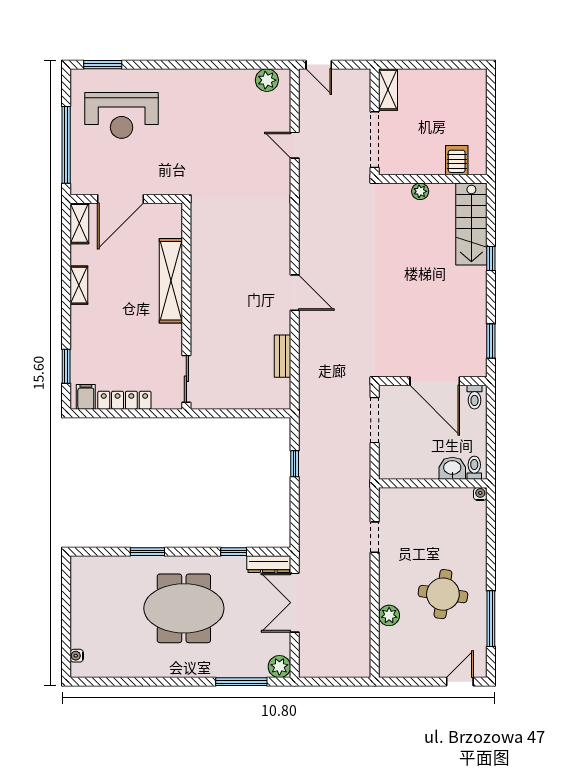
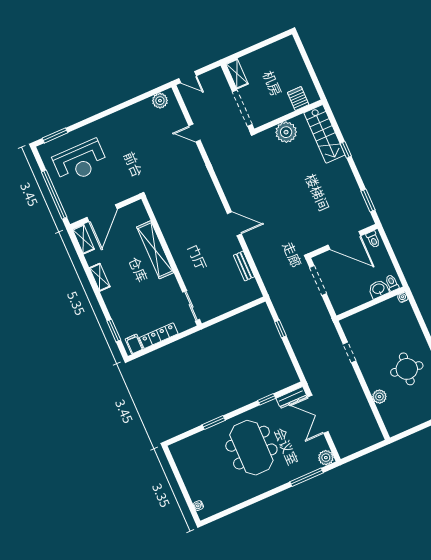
plant: (420, 191) -> (286, 132), width x1.88, depth x1.88
meeting table: (184, 608) -> (251, 448), turned 90

